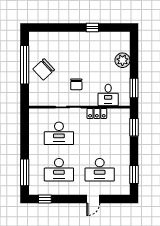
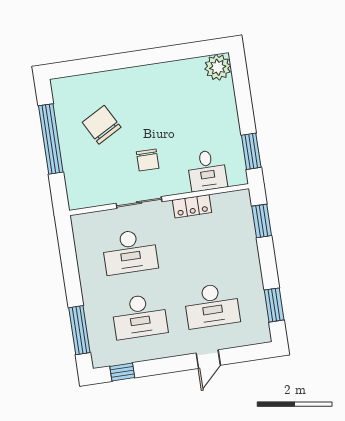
window: (92, 27) -> (161, 55), removed
plant: (122, 60) -> (218, 67), moved
chair: (44, 69) -> (102, 125), moved, turned 104

